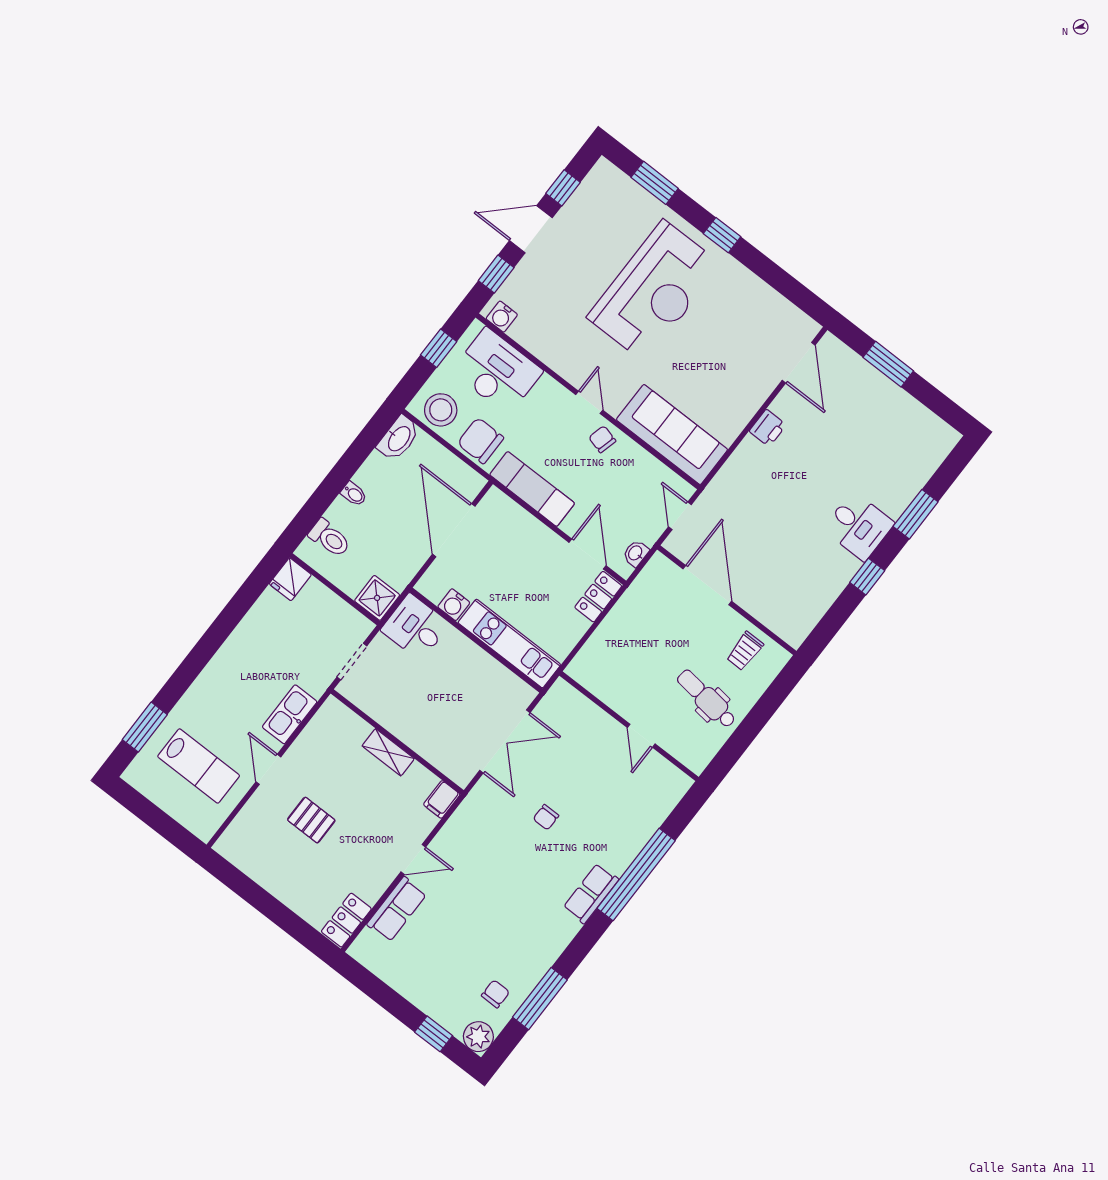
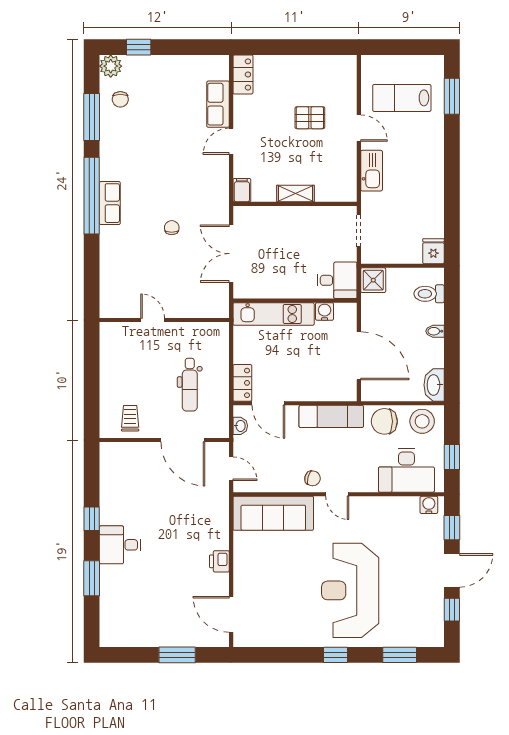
chair: (480, 441) -> (384, 421), turned 180
dental chair: (706, 699) -> (190, 385), moved, turned 83
window: (636, 874) -> (92, 196), moved

